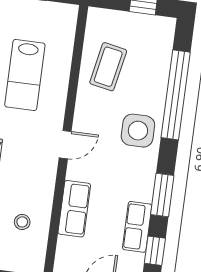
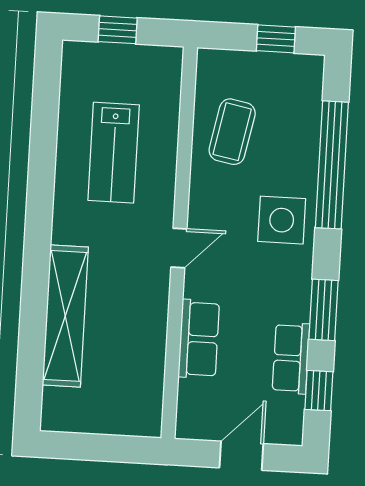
stool: (22, 222) -> (126, 364), removed

